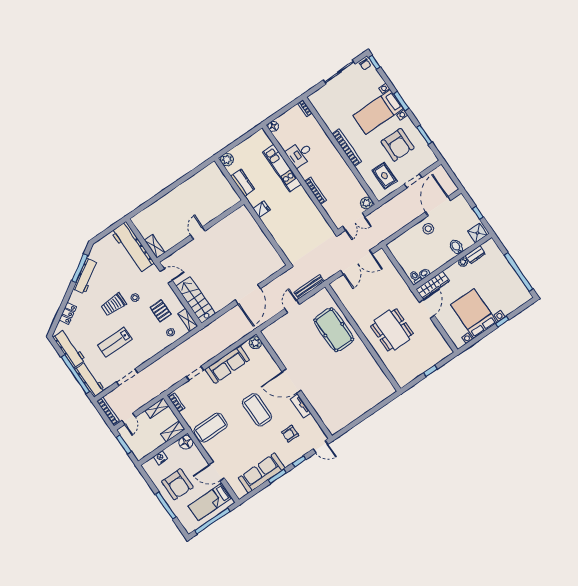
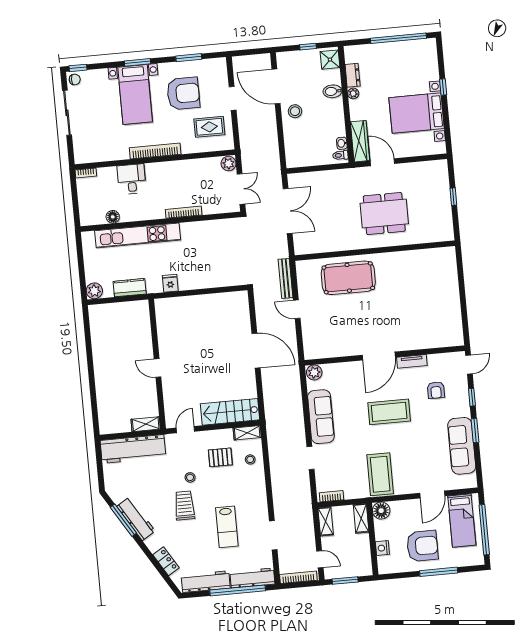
floor lamp: (273, 126) -> (113, 217), moved
desk: (300, 154) -> (132, 179), moved, turned 180
kitchen unit: (282, 168) -> (138, 235), width x1.36
trolley: (114, 305) -> (184, 505), turned 180

